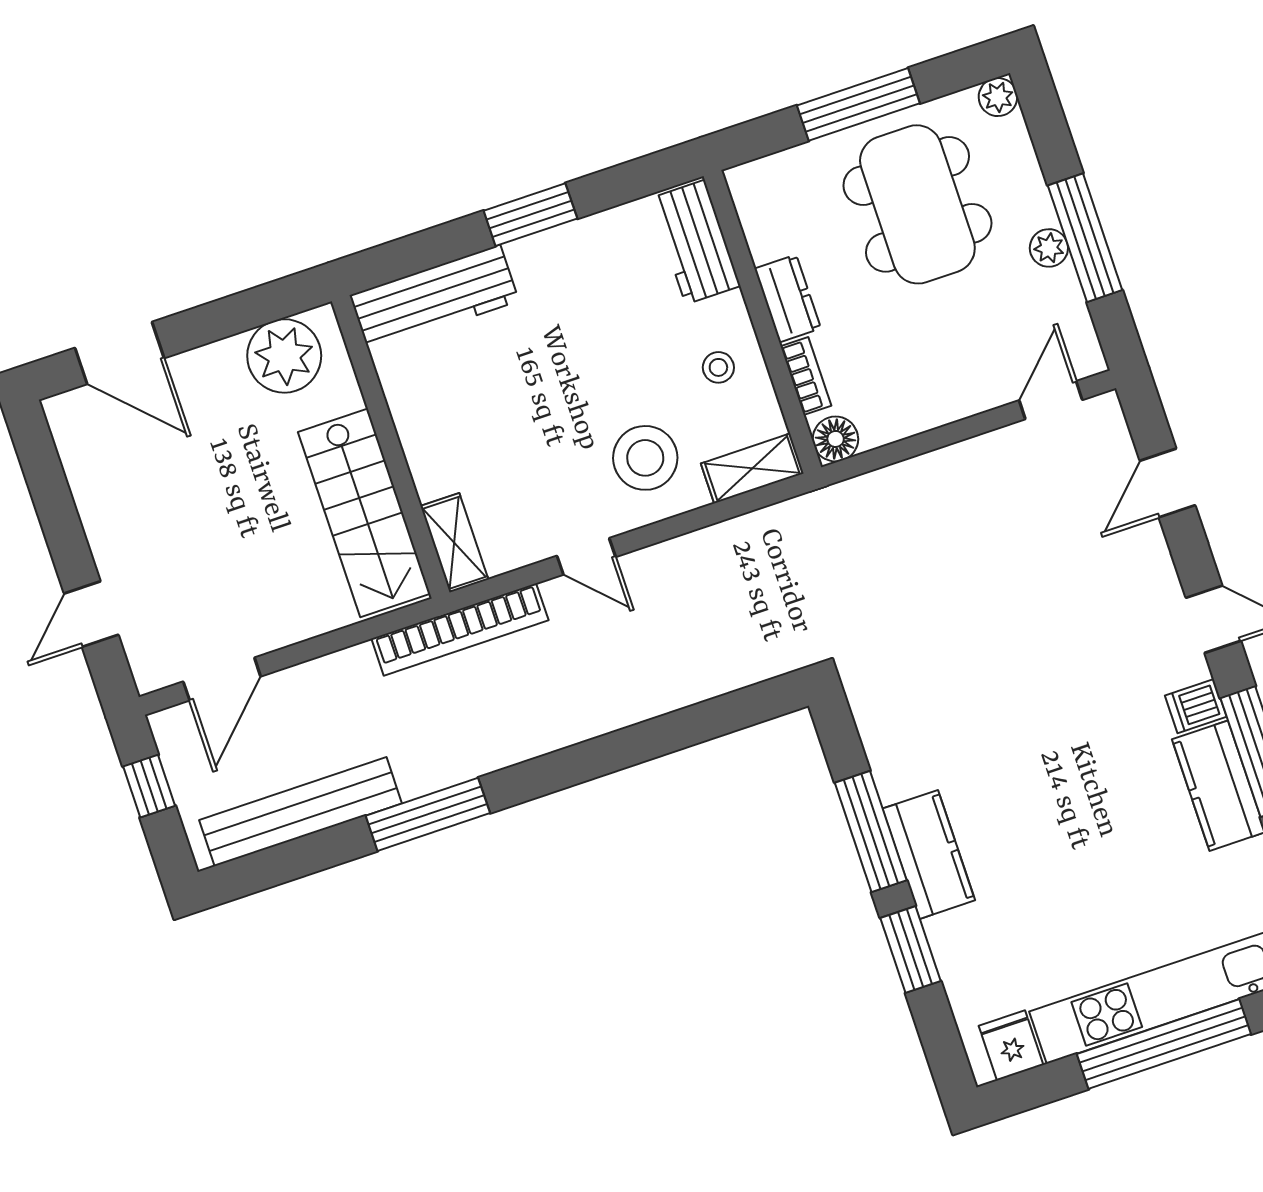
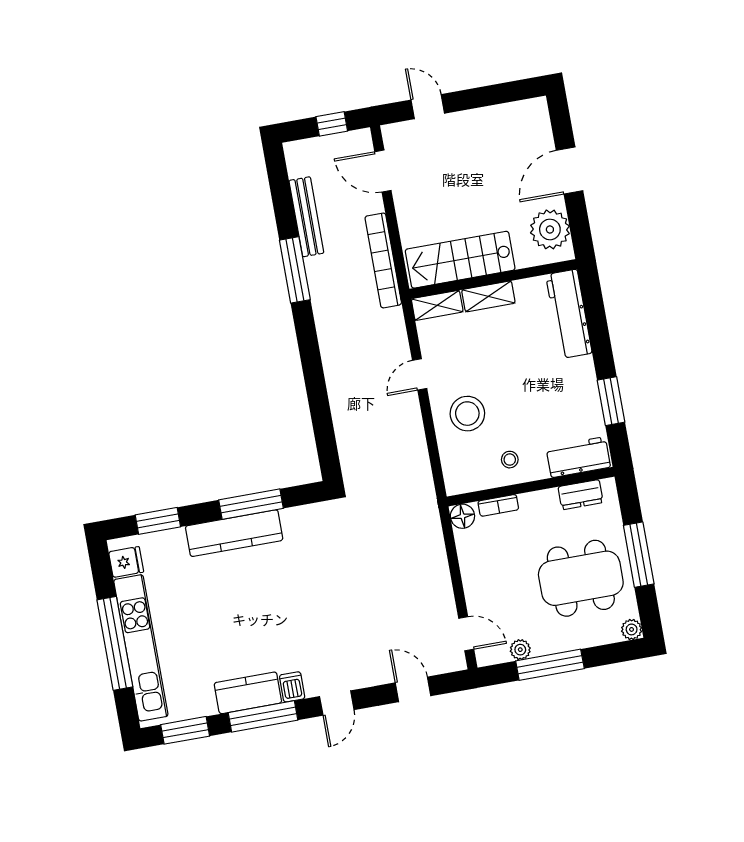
window: (530, 215) -> (611, 401), moved
plant: (1049, 248) -> (520, 650), moved
dresser: (788, 298) -> (581, 495), moved
door: (120, 353) -> (570, 170), moved
shelving: (752, 468) -> (488, 296), moved, turned 90
bookcase: (460, 629) -> (383, 260), moved
bench: (301, 812) -> (306, 217), width x0.73, depth x0.82
kitchen counter: (929, 854) -> (234, 533), width x1.50
window: (910, 949) -> (158, 521), moved

